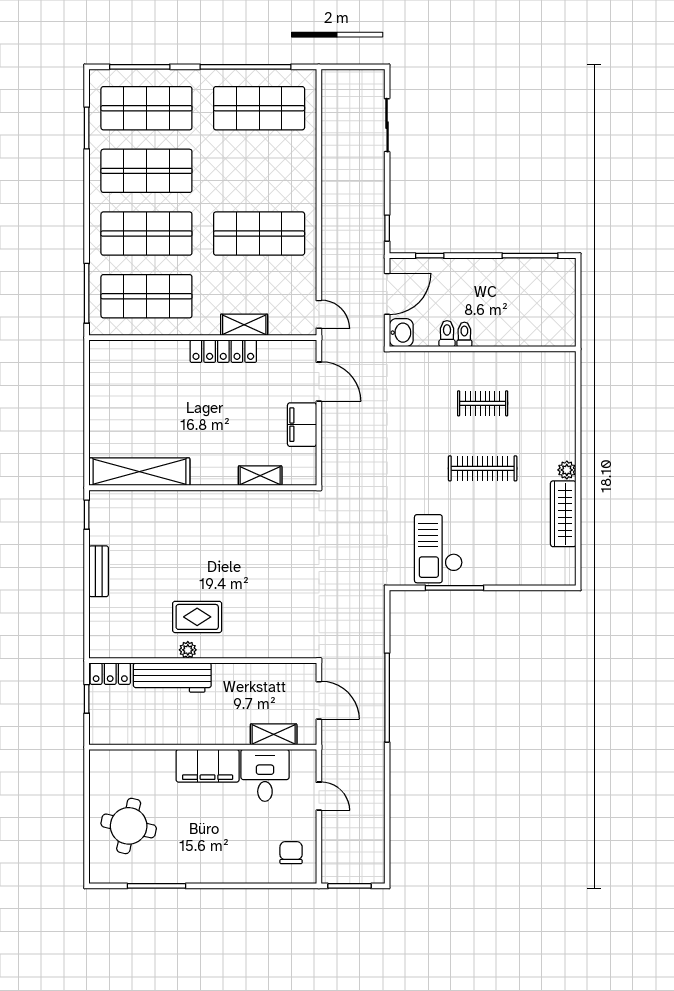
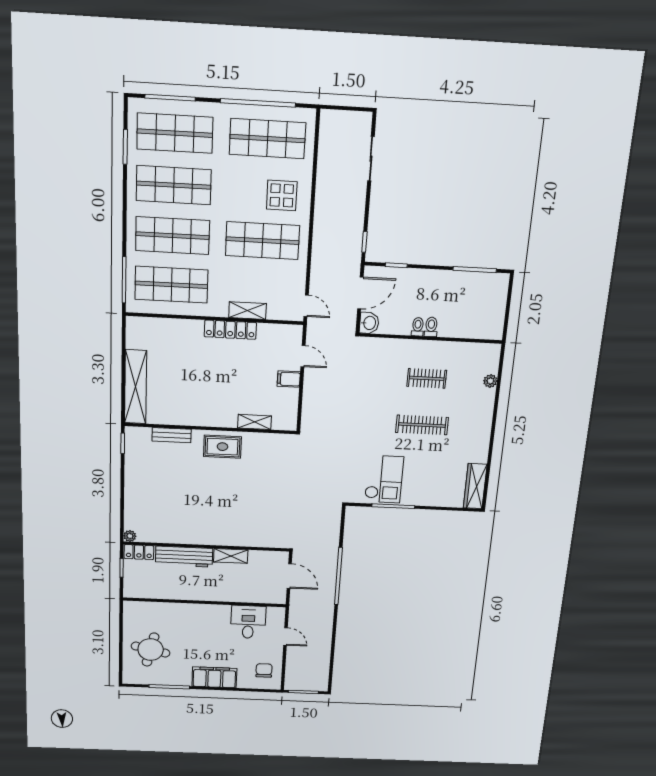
display table: (280, 176) -> (282, 195), added
toilet: (447, 334) -> (431, 327), moved
door: (319, 382) -> (303, 356), width x0.73
filing cabinet: (302, 425) -> (289, 379), width x0.50
plant: (567, 470) -> (490, 381), moved
shelving: (139, 472) -> (136, 387), moved, turned 90
wardrobe: (563, 514) -> (475, 486), moved
checkout: (438, 549) -> (384, 479), turned 180
bench: (99, 571) -> (172, 435), moved, turned 90
rug: (197, 617) -> (222, 447), moved
plant: (188, 650) -> (130, 536), moved
shelving: (274, 734) -> (231, 556), moved
filing cabinet: (208, 766) -> (214, 677), moved, turned 180

